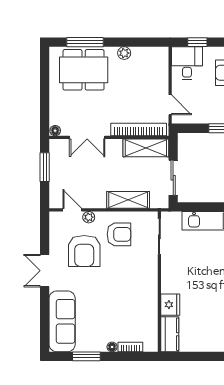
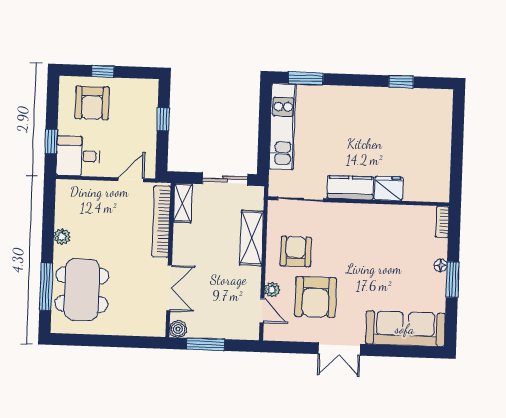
floor lamp: (55, 131) -> (159, 329), removed
boiler: (56, 145) -> (178, 329), added
shelving: (146, 148) -> (183, 203), width x0.67, depth x0.75
door: (72, 210) -> (262, 311), swing flipped
armchair: (84, 251) -> (316, 297), turned 90
kitchen counter: (170, 334) -> (350, 188), moved
bookcase: (130, 347) -> (442, 222), moved
window: (86, 356) -> (452, 280), moved

